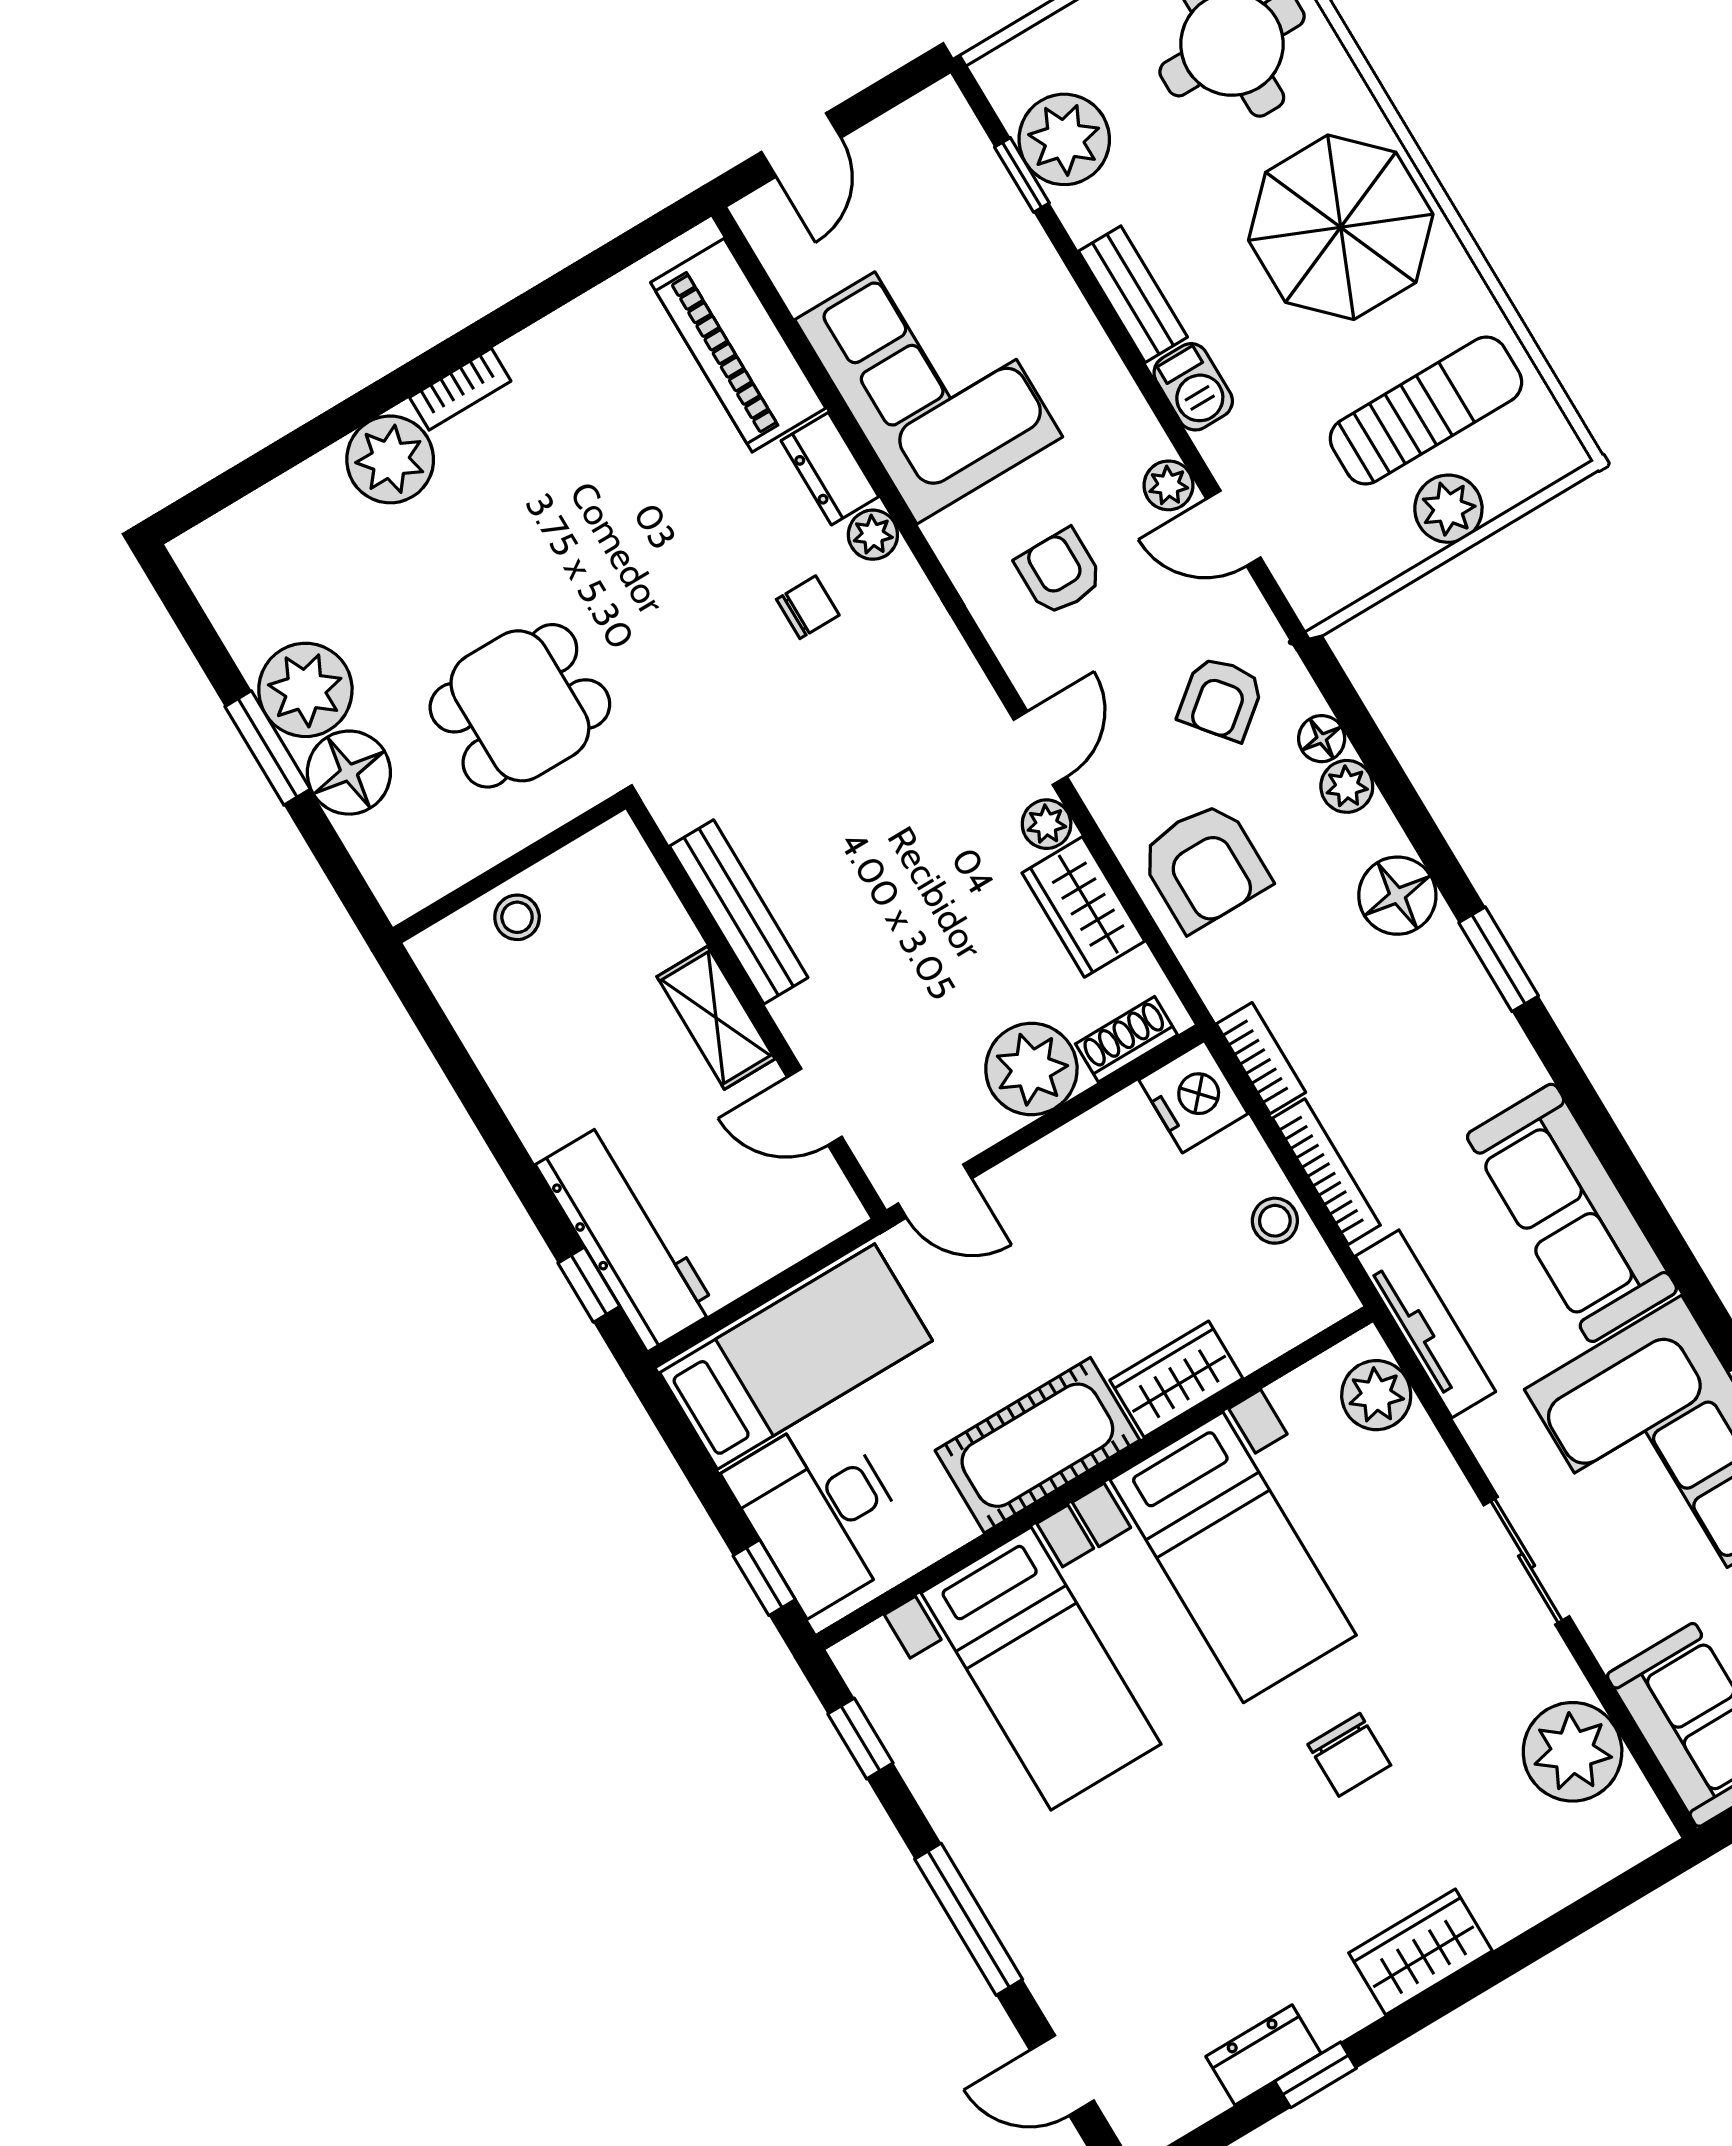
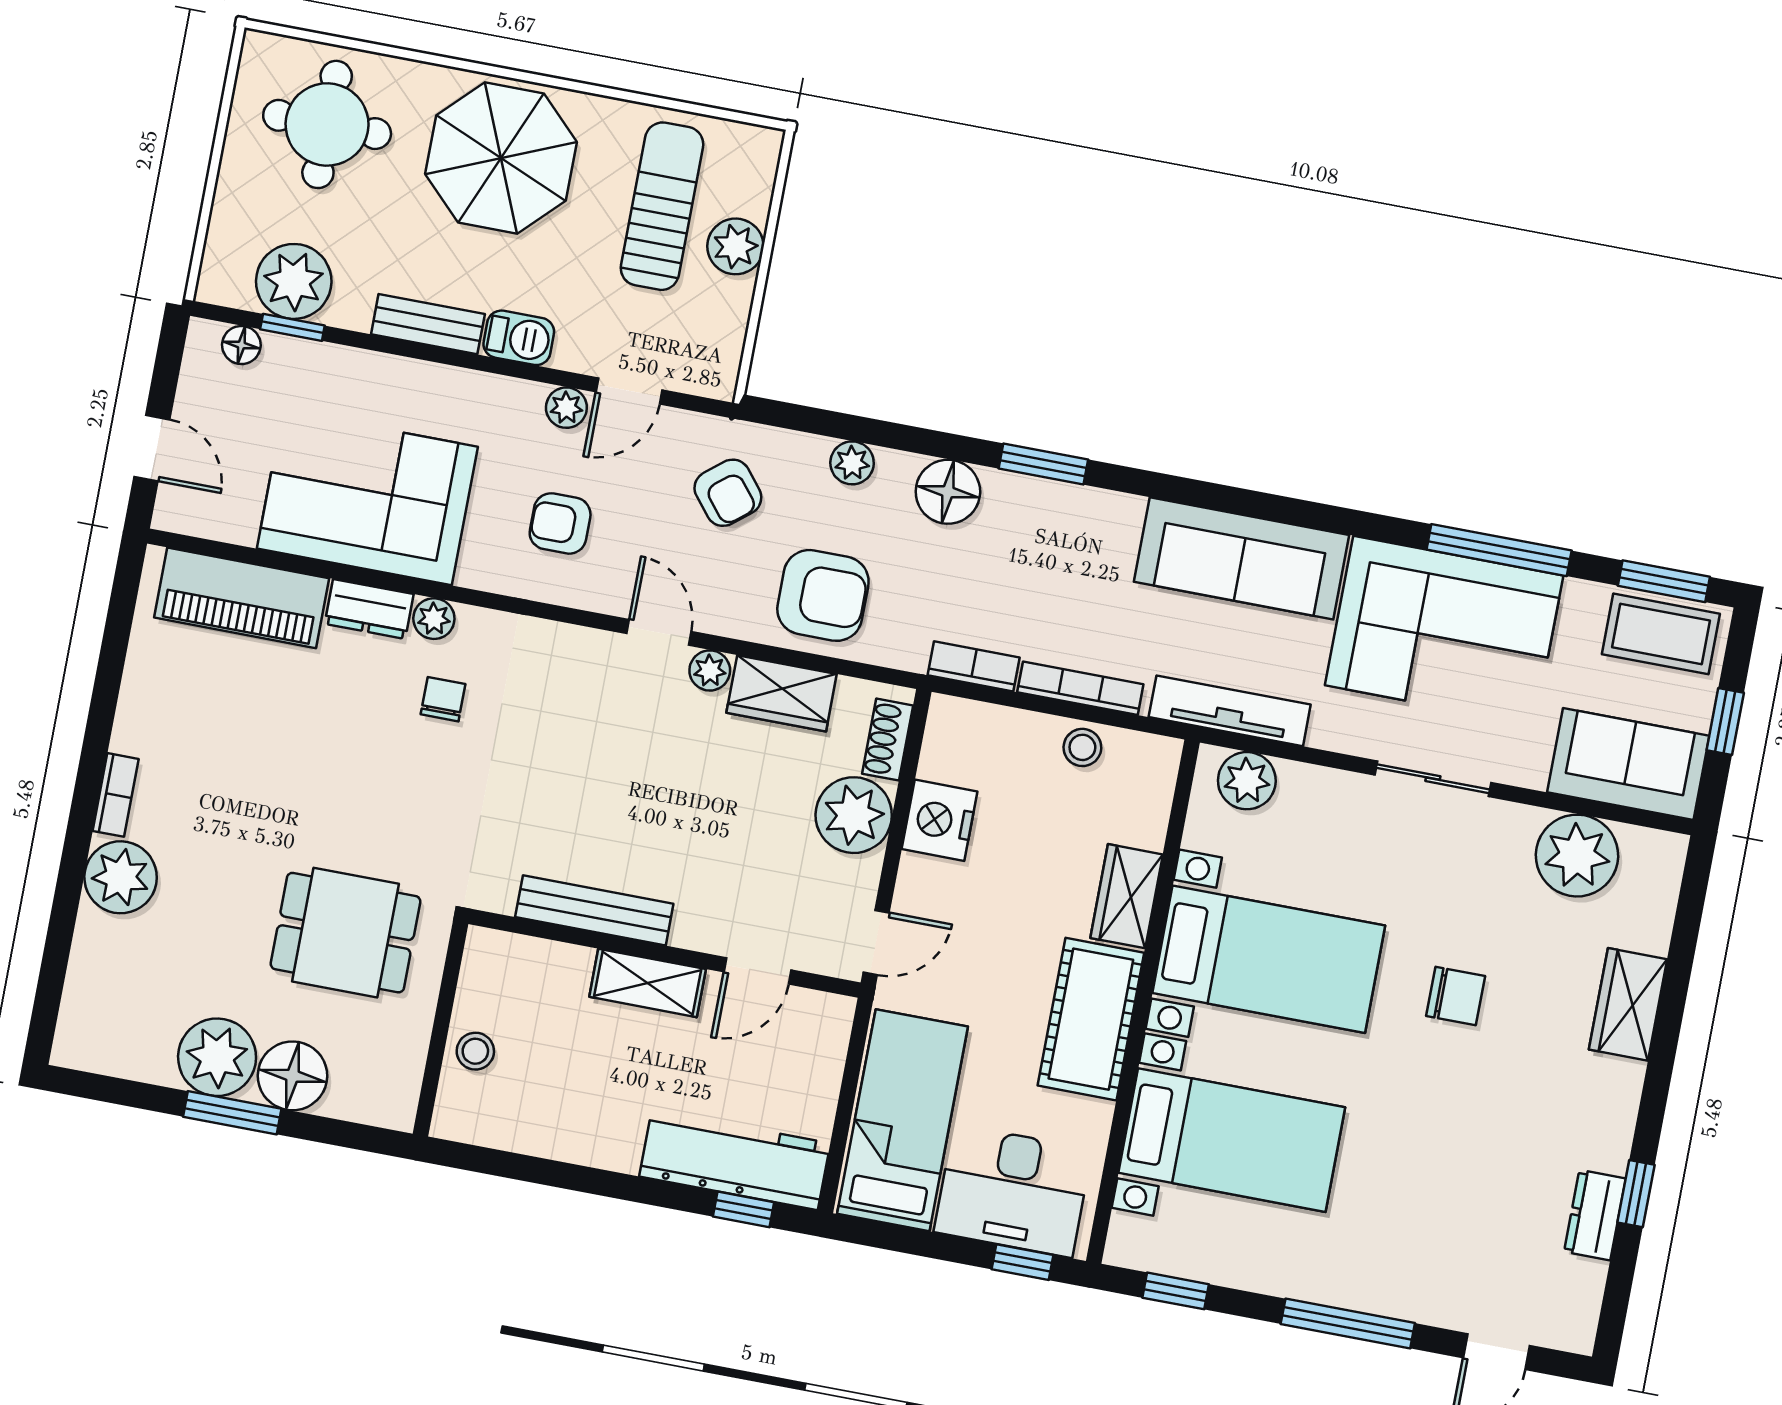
dining table: (520, 706) -> (345, 933), turned 90
floor lamp: (1322, 739) -> (241, 345), moved
nightstand: (1193, 1097) -> (940, 820), moved, turned -90
wardrobe: (1421, 1952) -> (1628, 1004), moved

